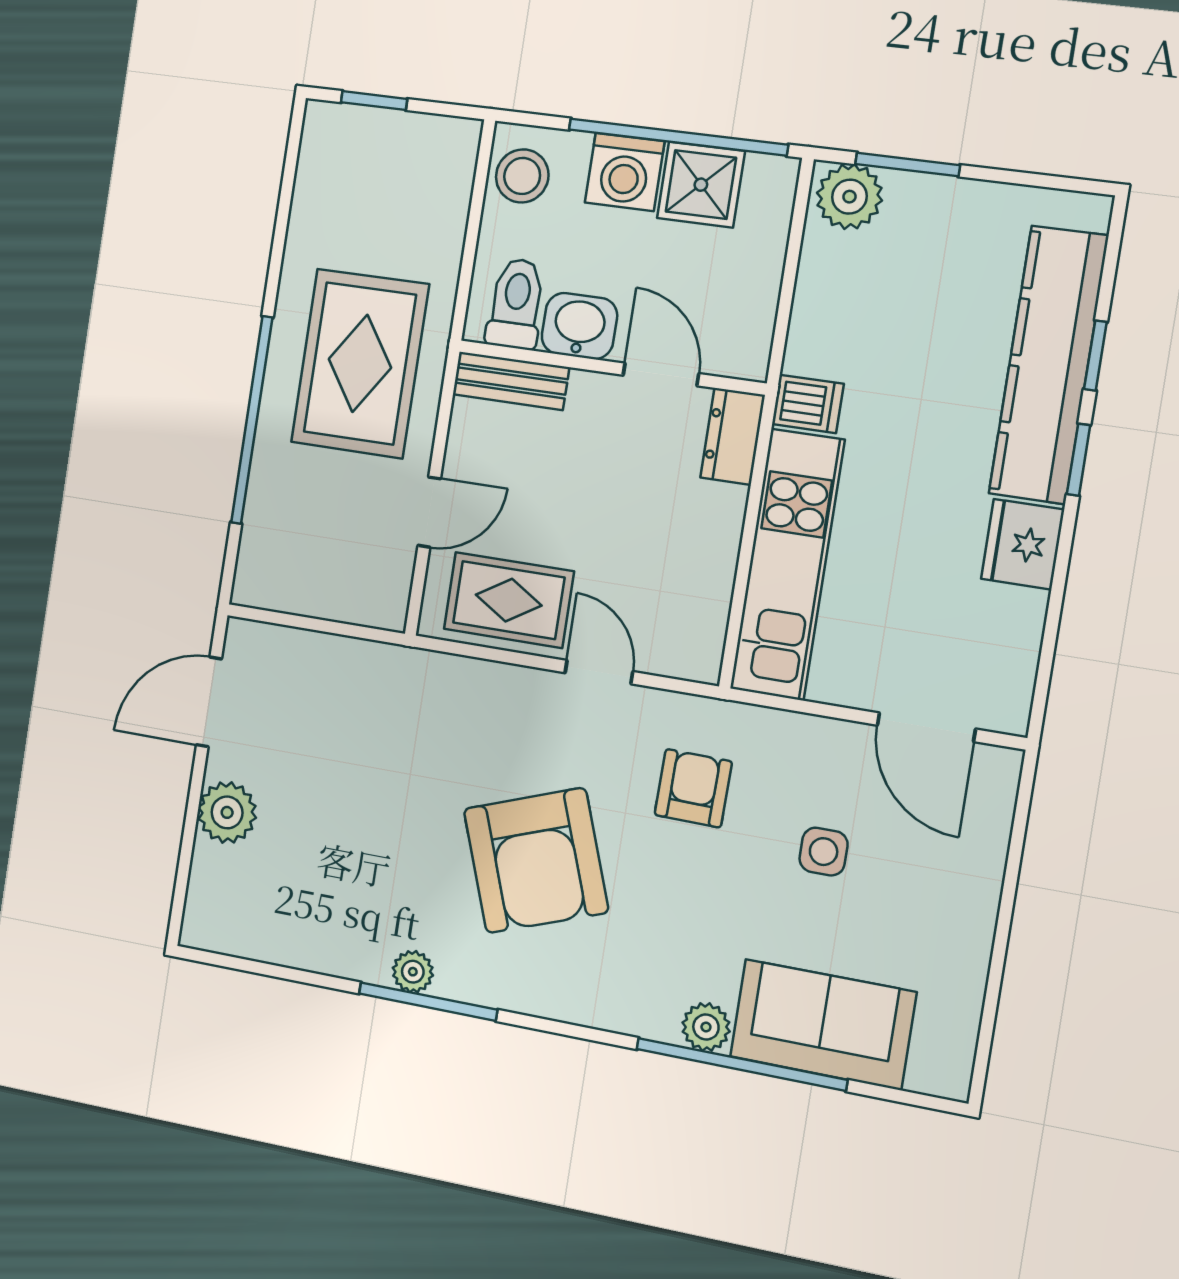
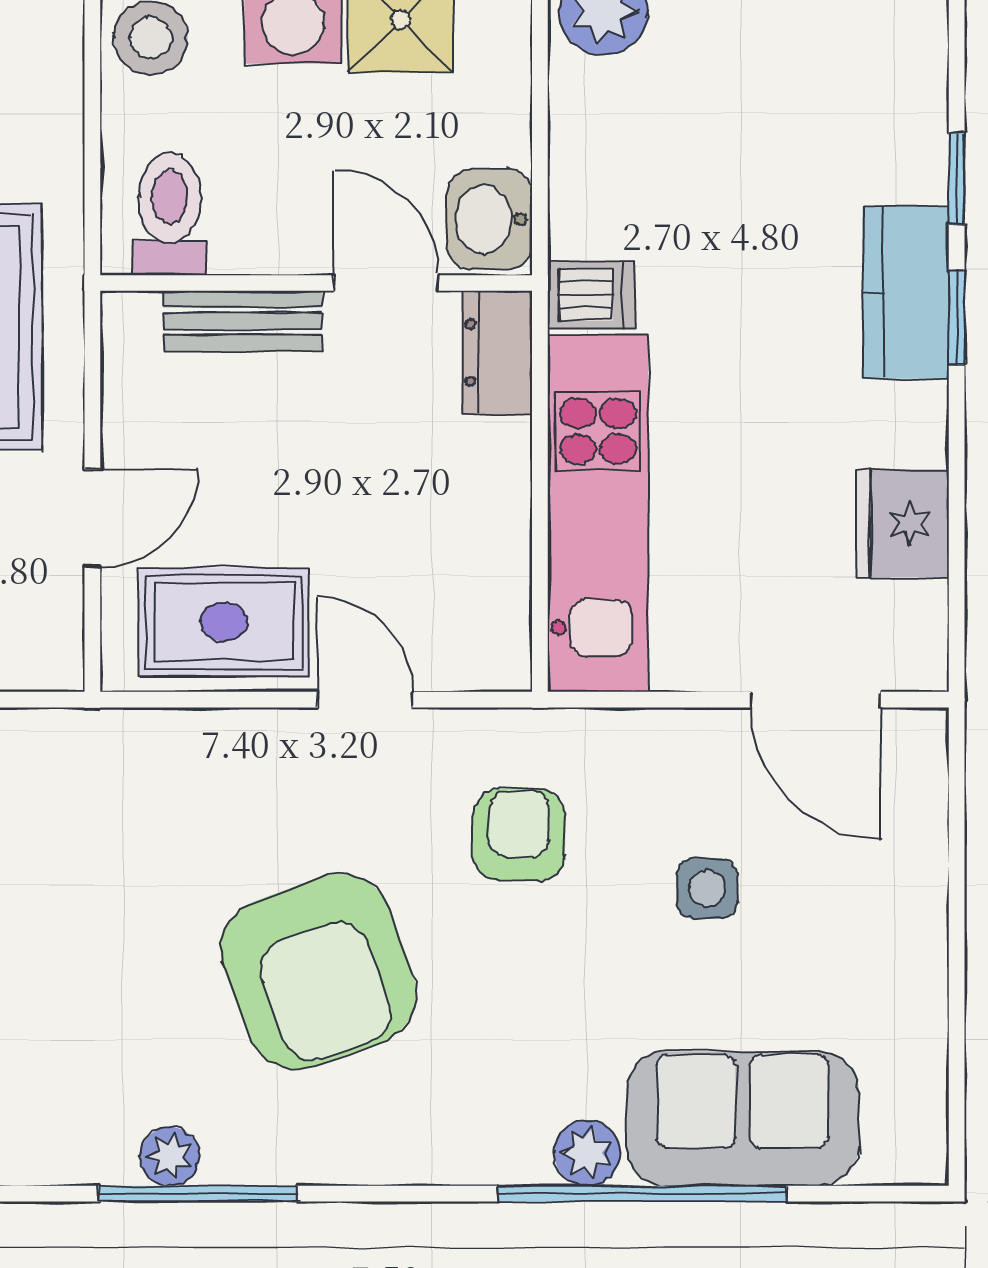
washbasin: (579, 326) -> (490, 219), moved, turned -90
kitchen counter: (1049, 365) -> (906, 292), width x0.48, depth x0.86
bench: (511, 381) -> (243, 321), moved
fridge: (1023, 544) -> (903, 523), moved

